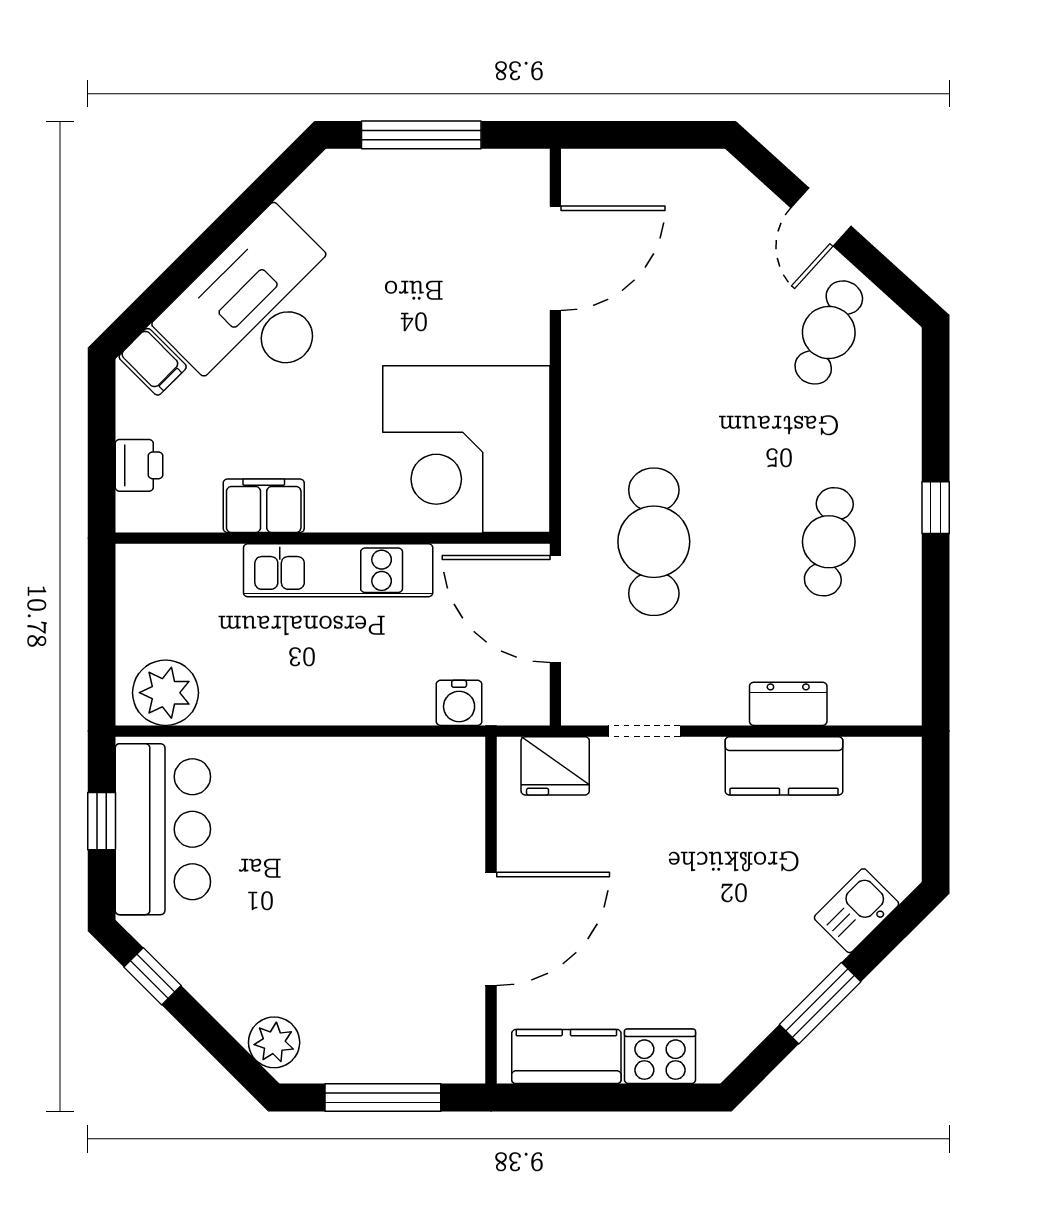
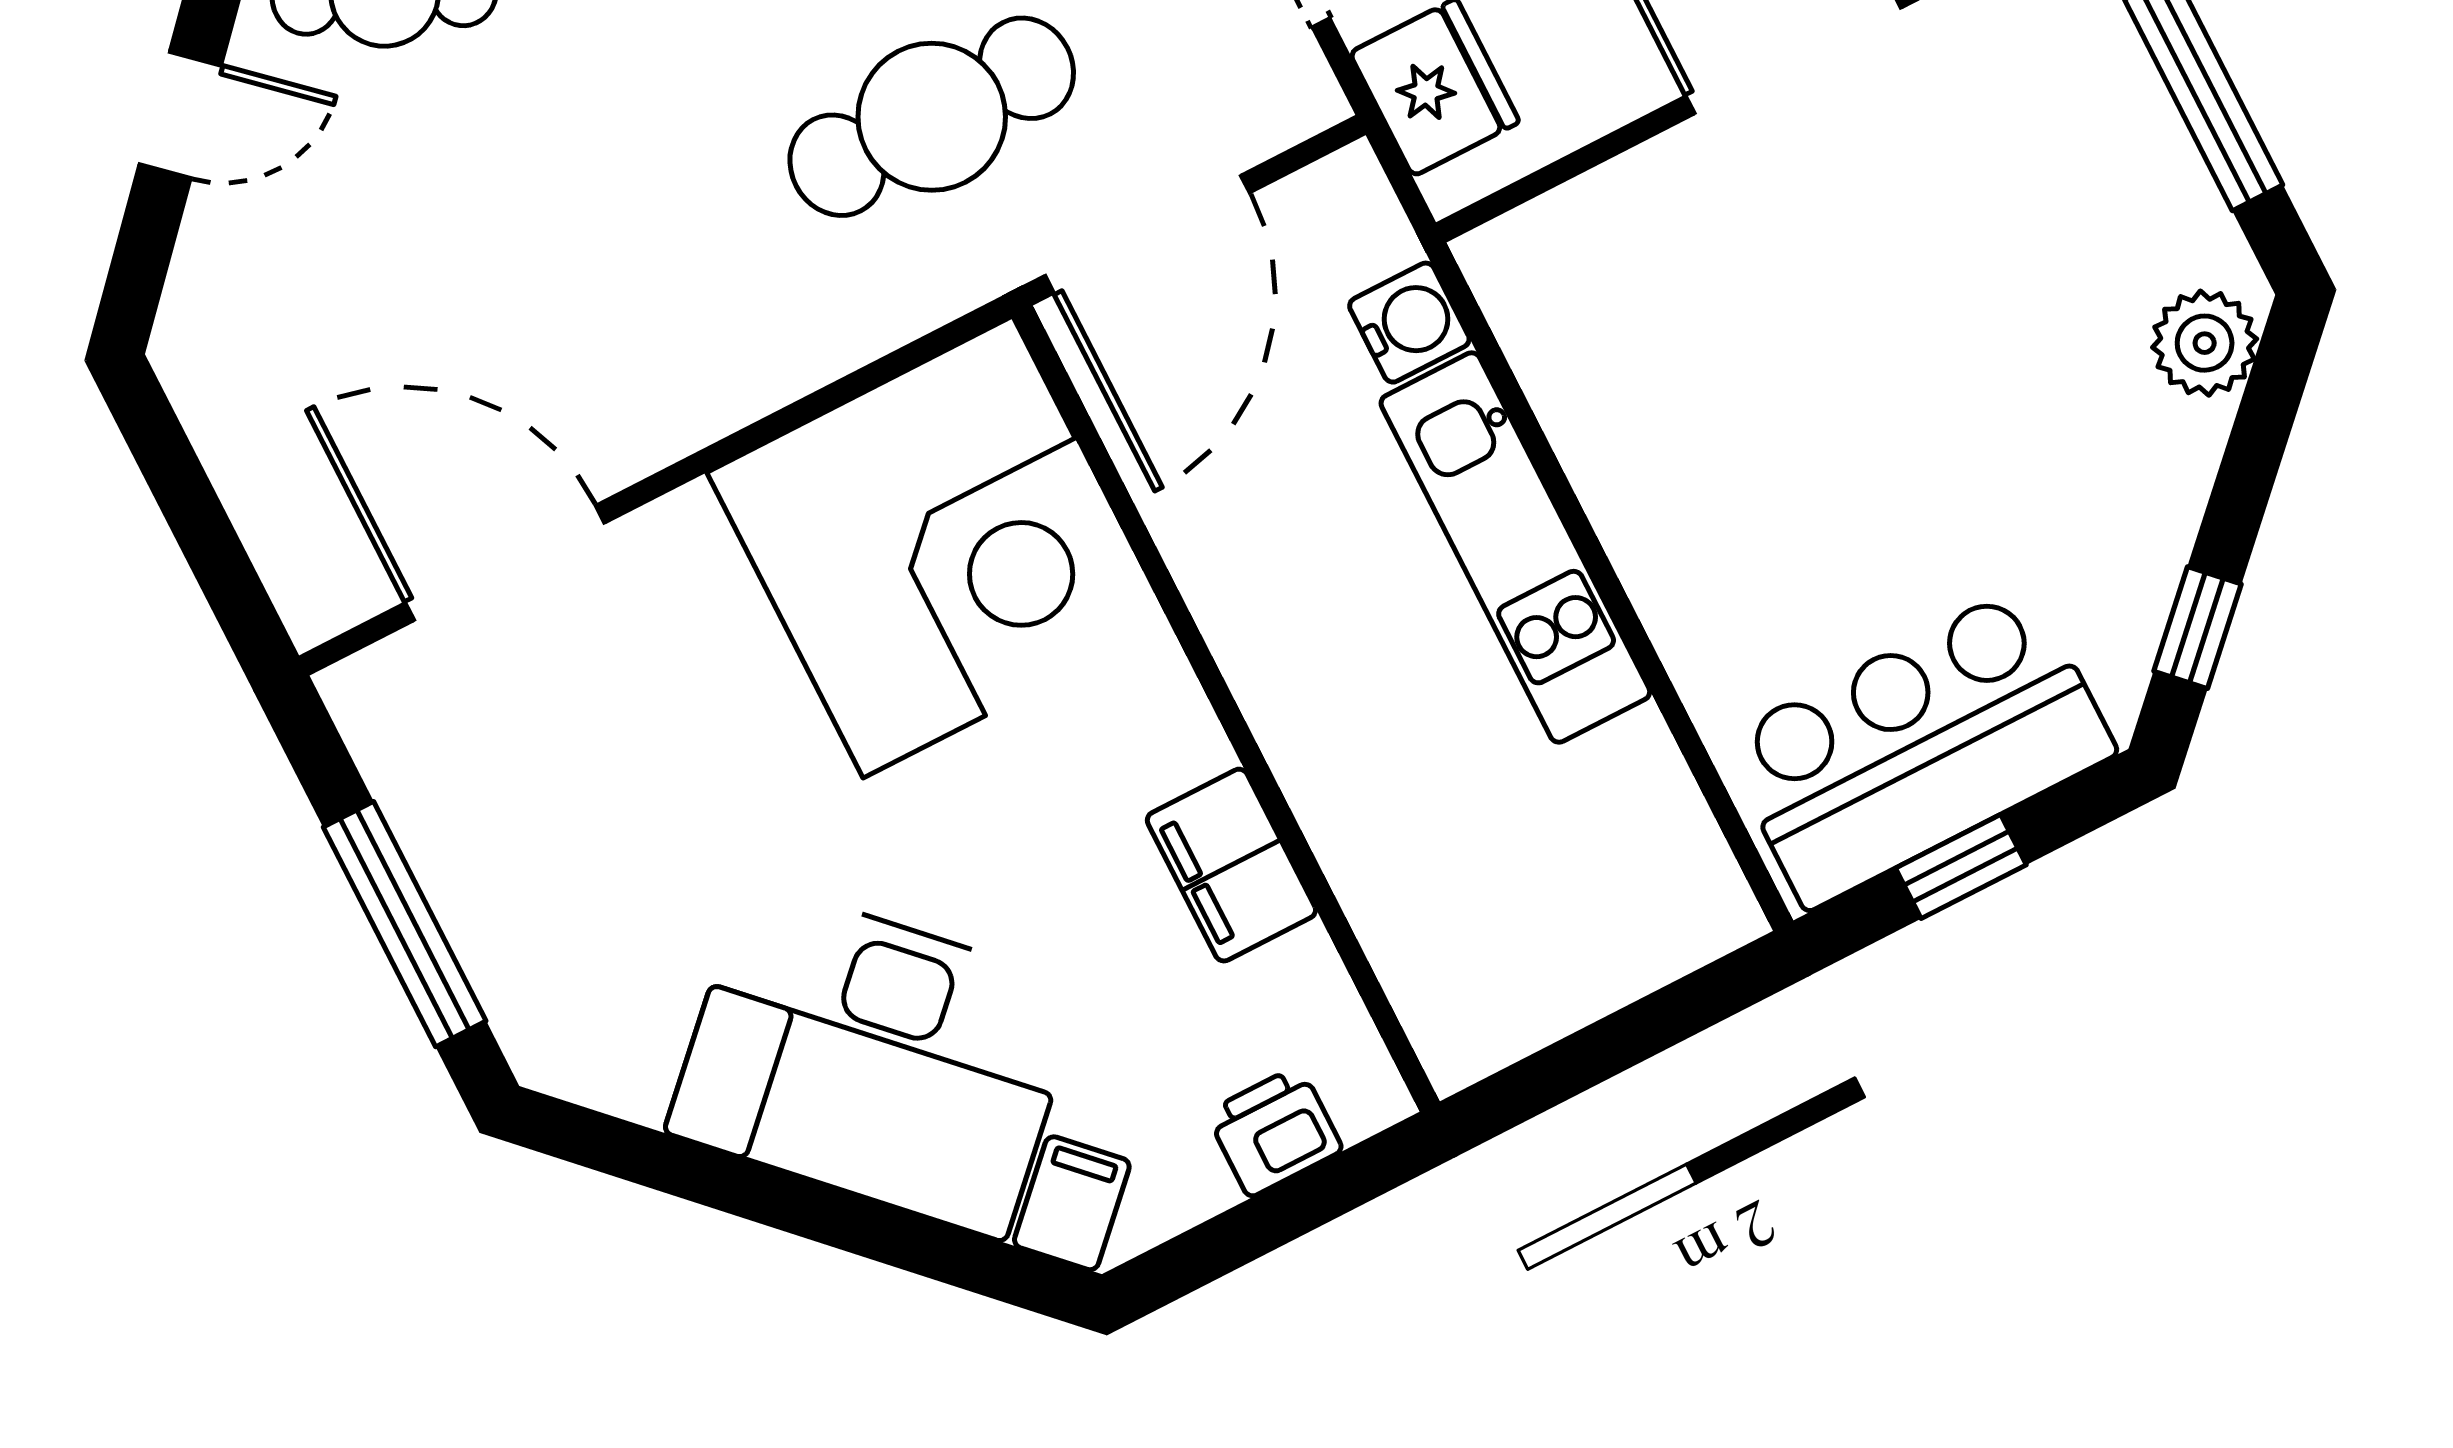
kitchen unit: (338, 570) -> (1515, 548), moved, turned 180
plant: (165, 693) -> (1666, 870), removed

